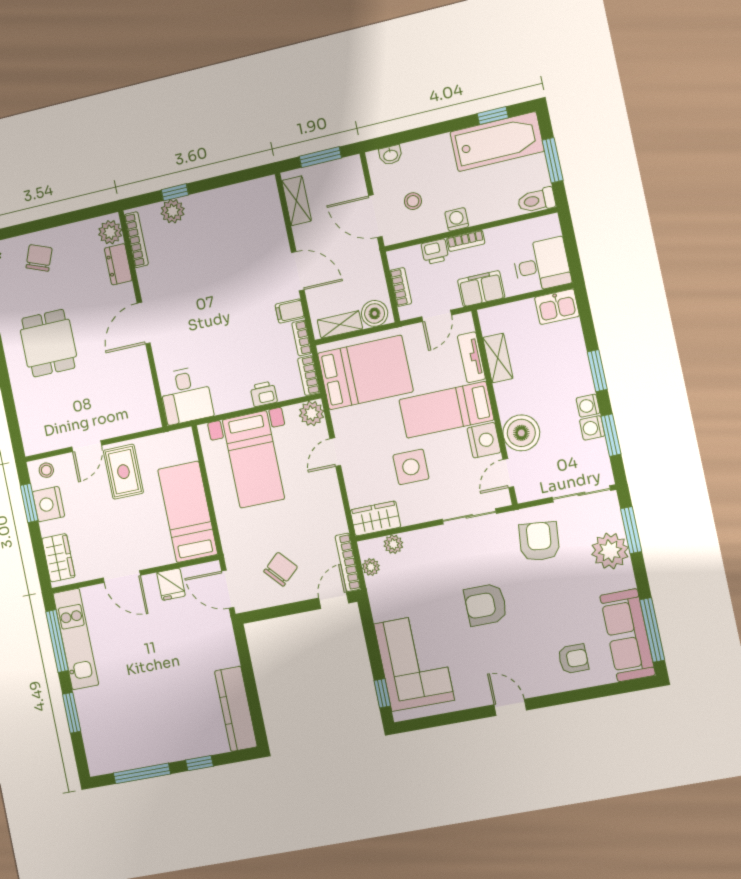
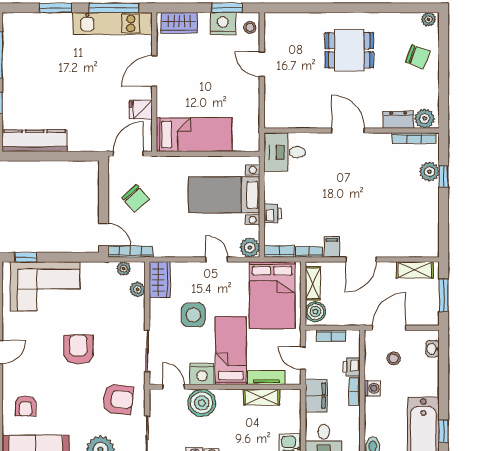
rug: (123, 472) -> (236, 90), removed

